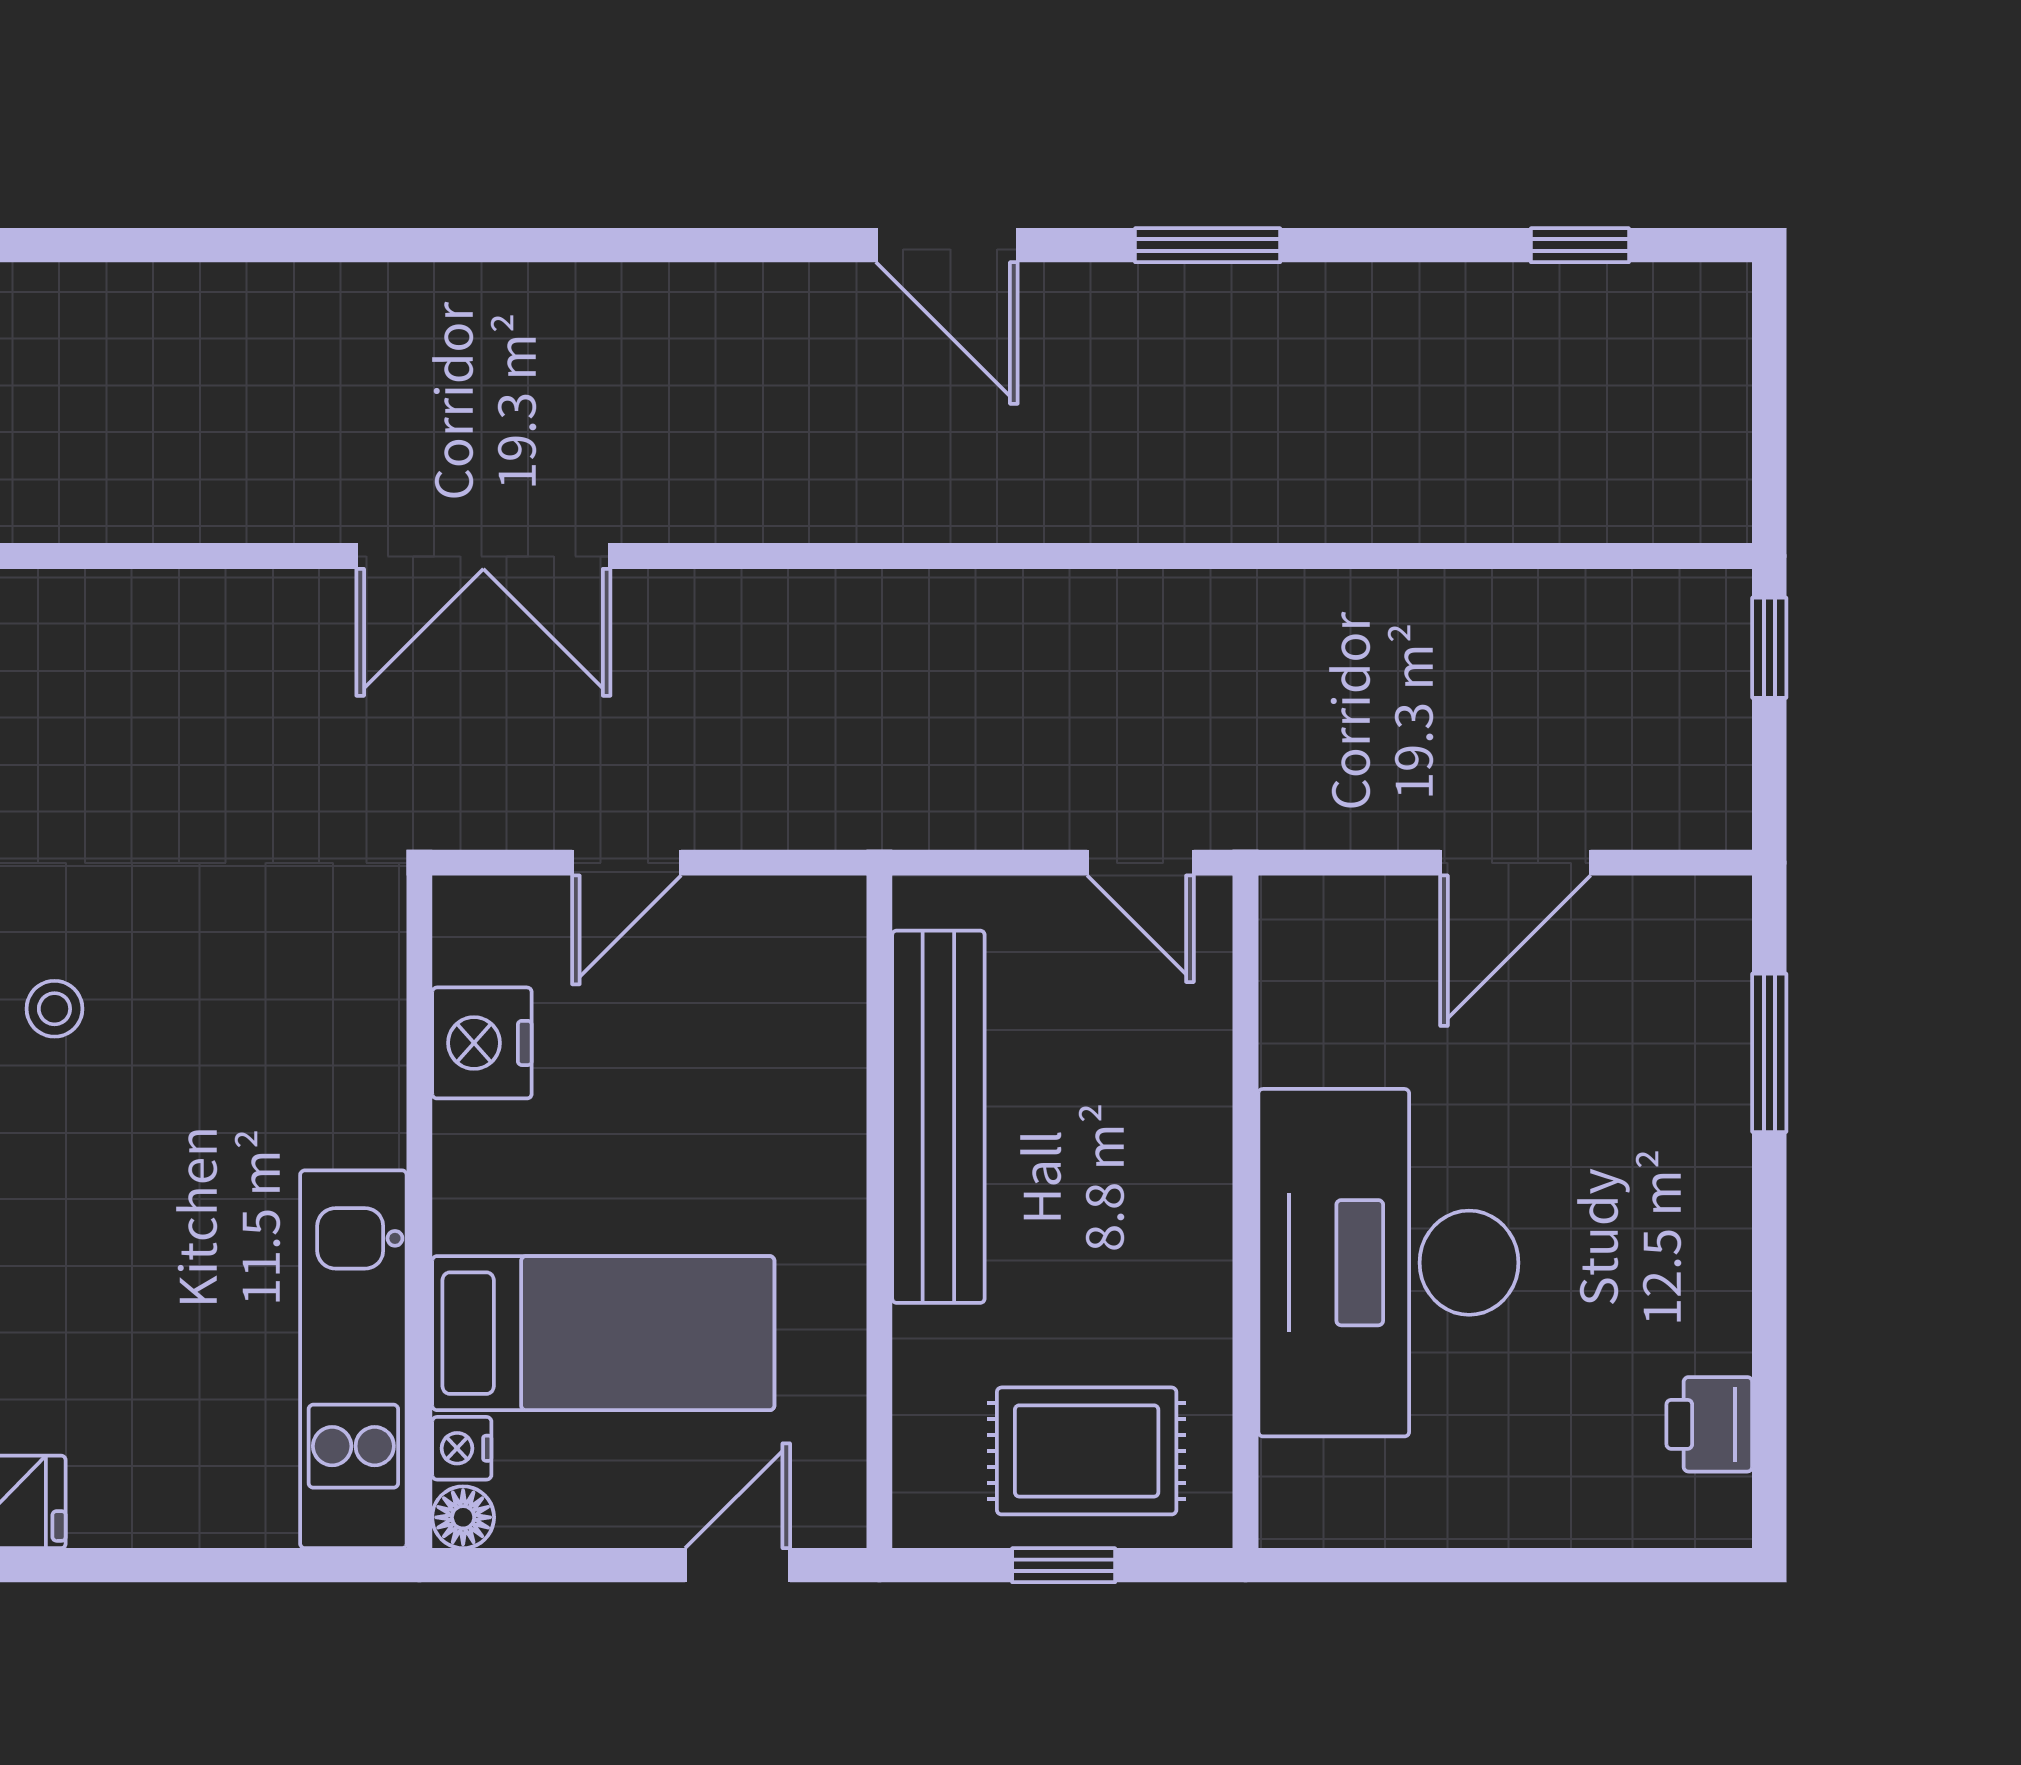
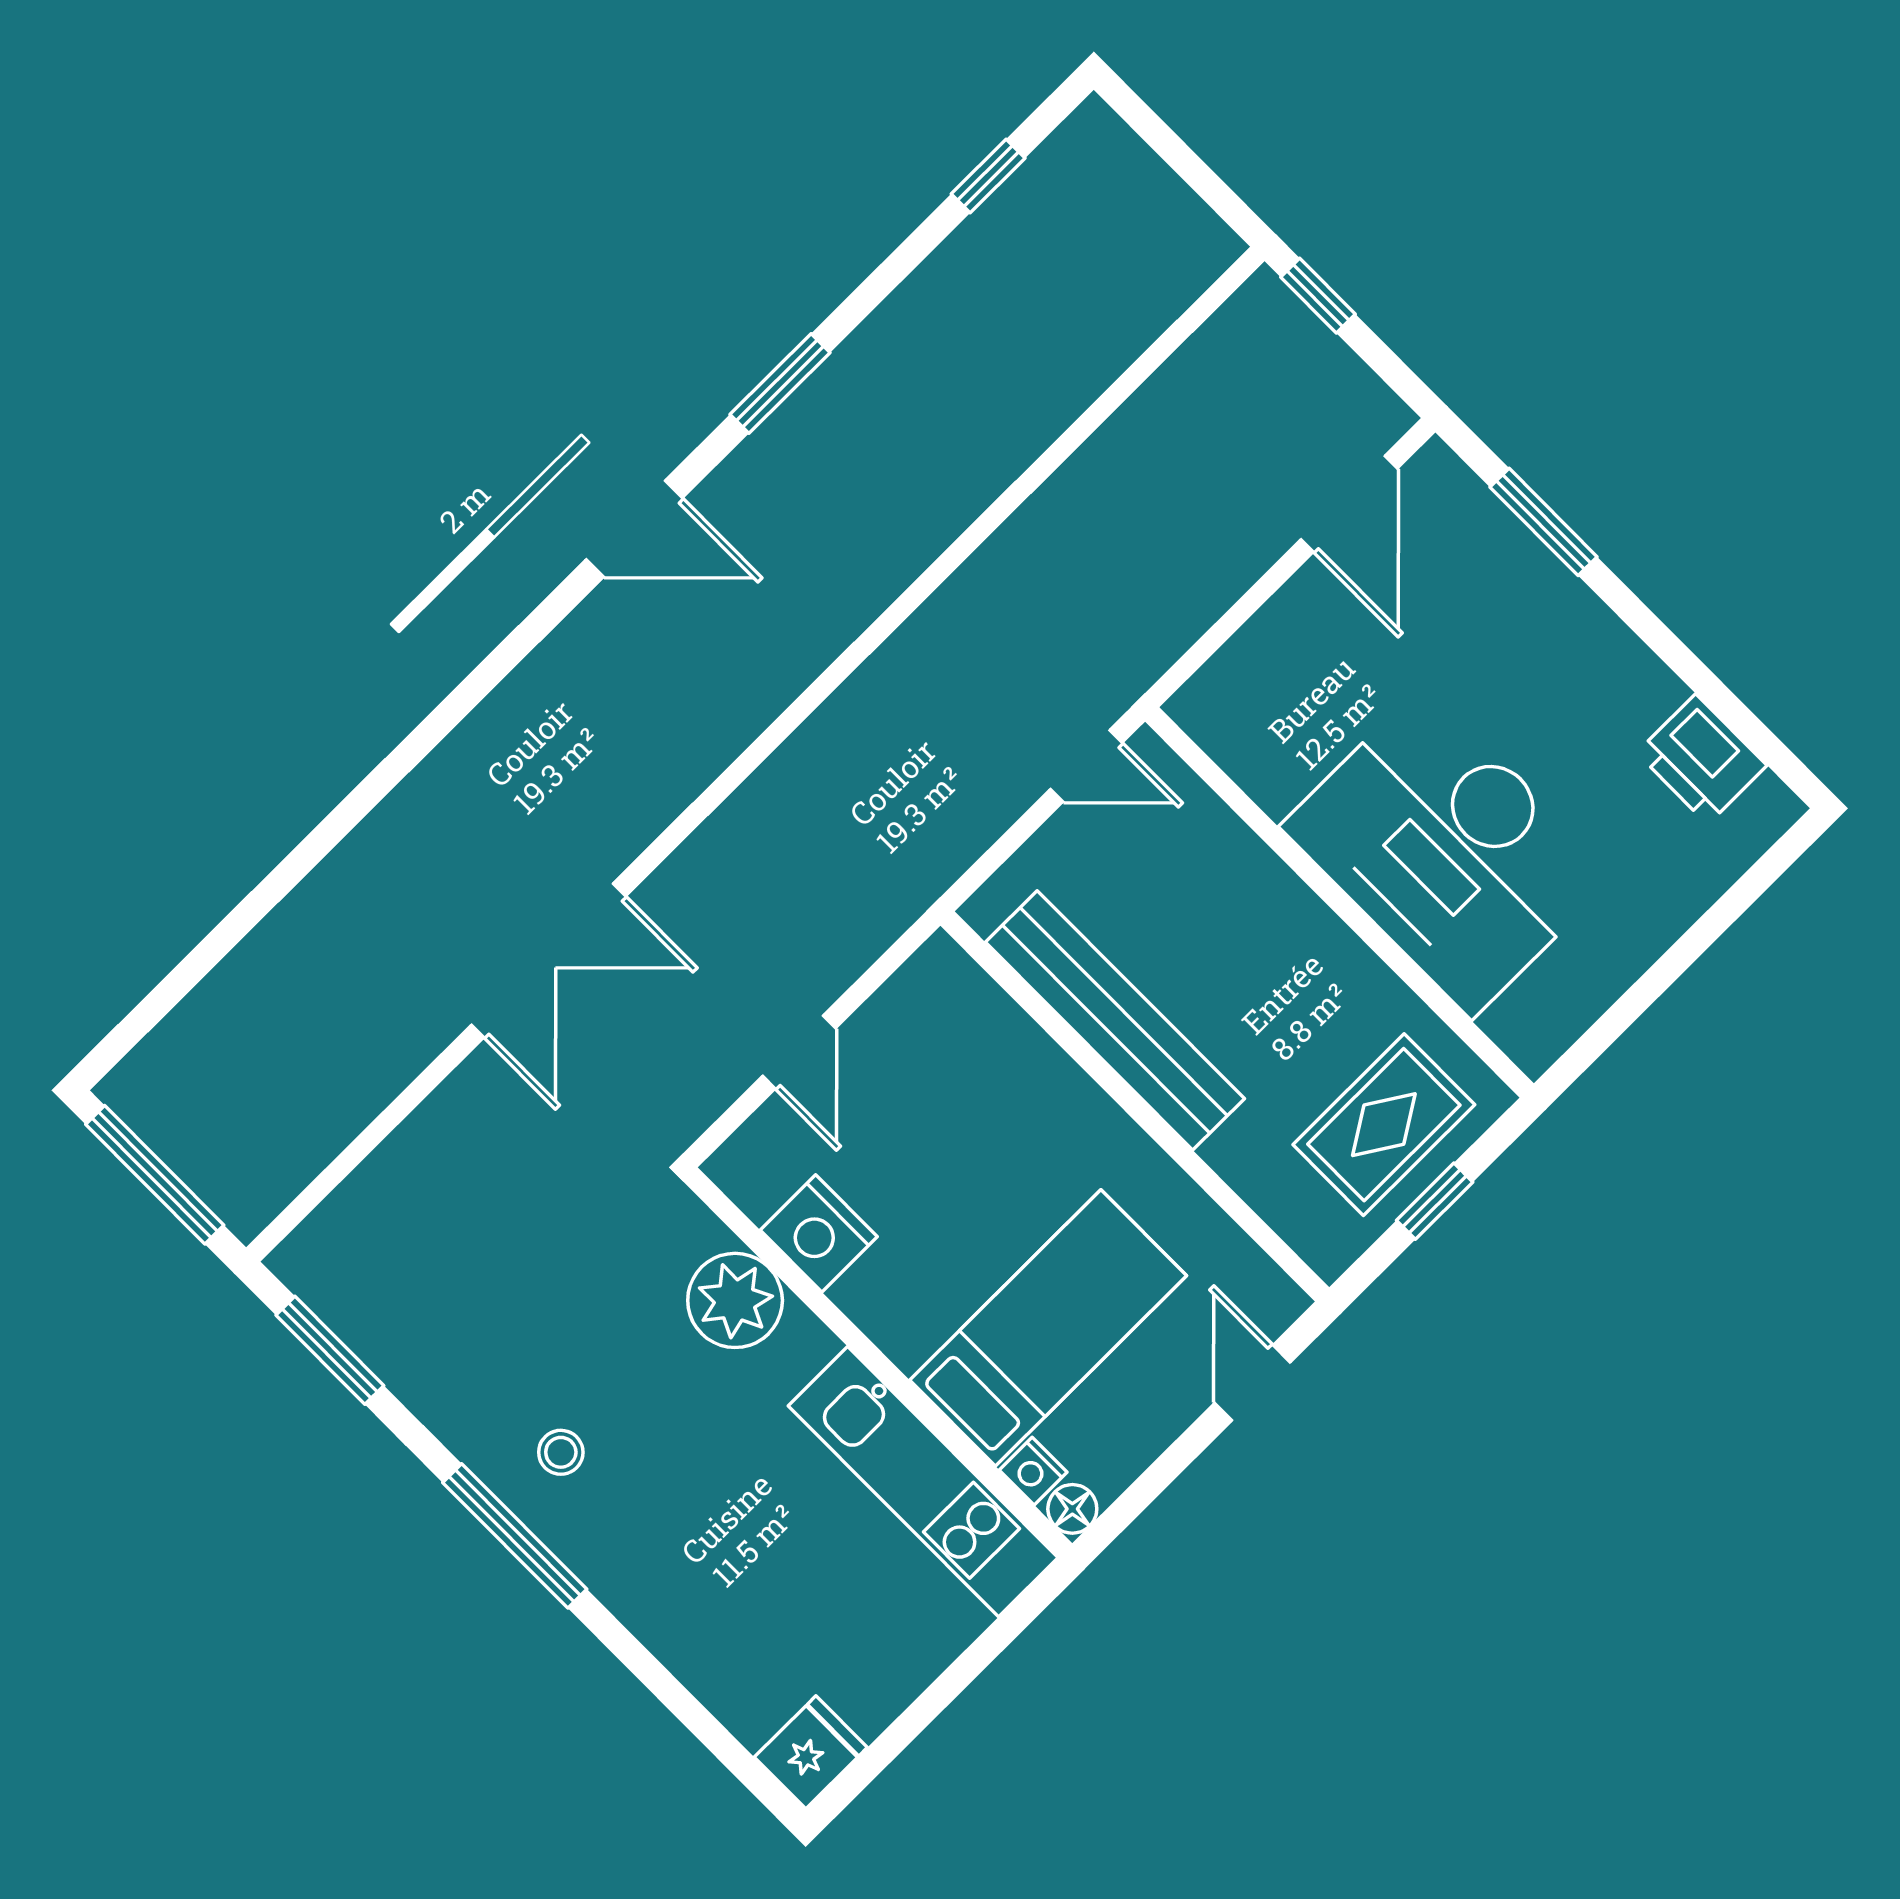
door: (1515, 863) -> (1349, 504), moved
plant: (347, 1028) -> (735, 1300), added
printer: (1709, 1424) -> (1702, 759), width x1.36, depth x1.24

